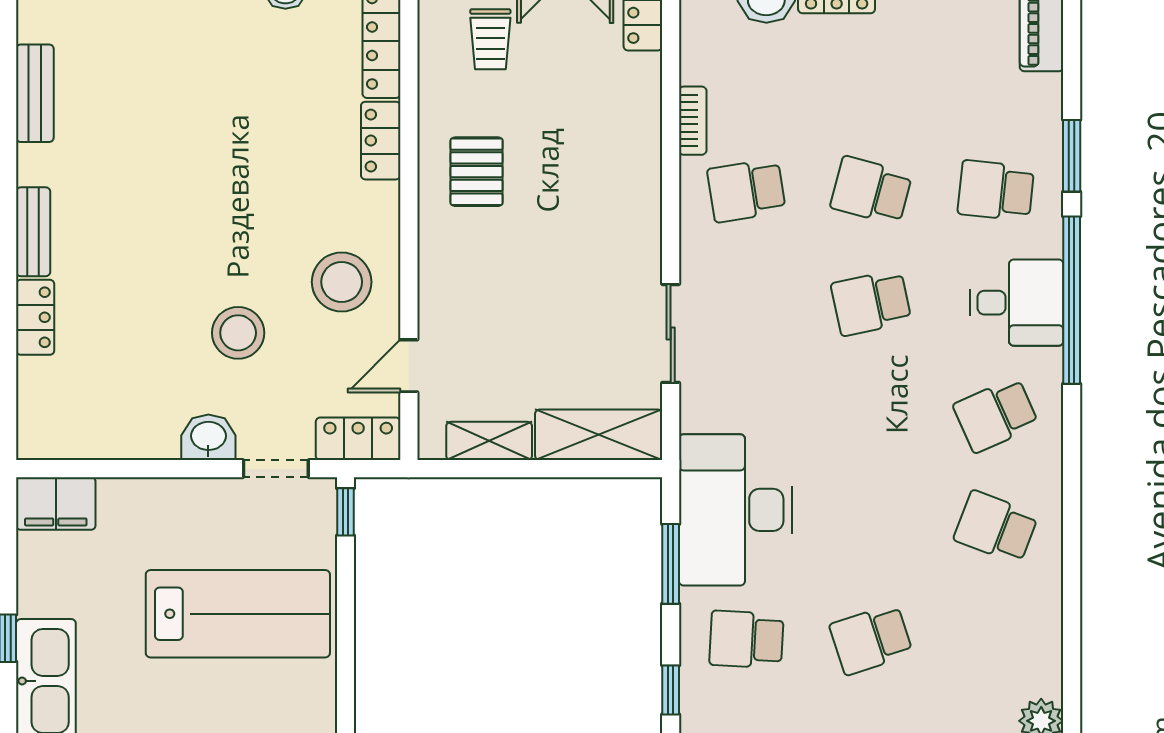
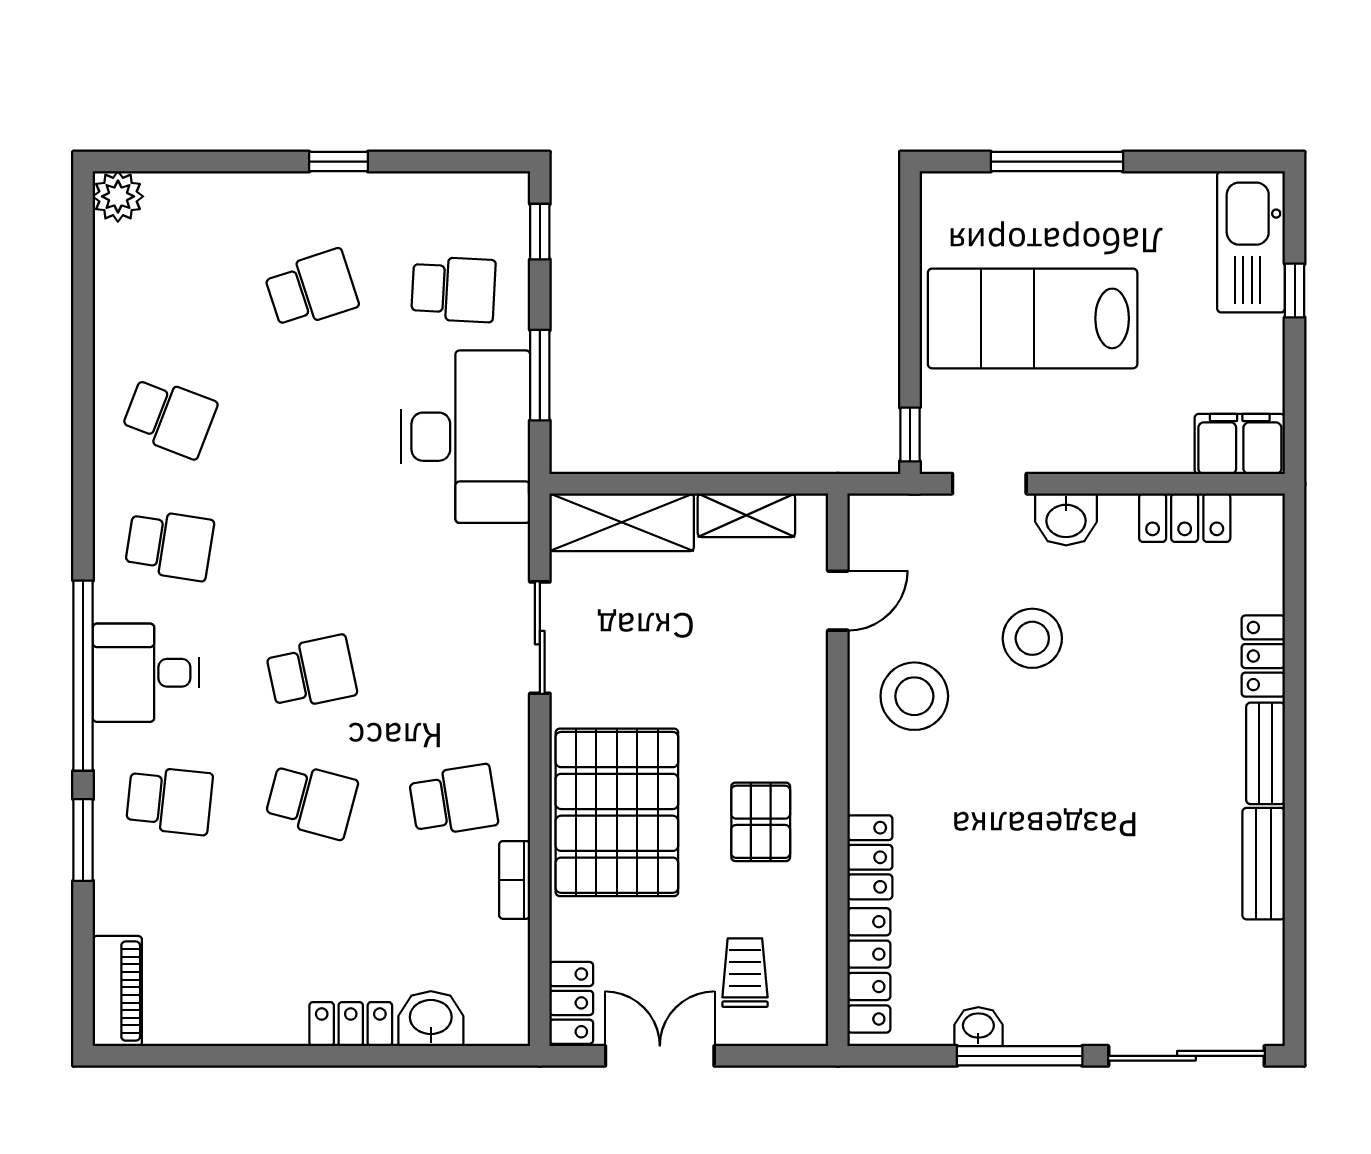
bench: (35, 93) -> (1264, 864), moved
pallet: (603, 180) -> (617, 812), added
school desk: (996, 415) -> (169, 545), turned 33
locker: (358, 439) -> (1185, 518), moved

